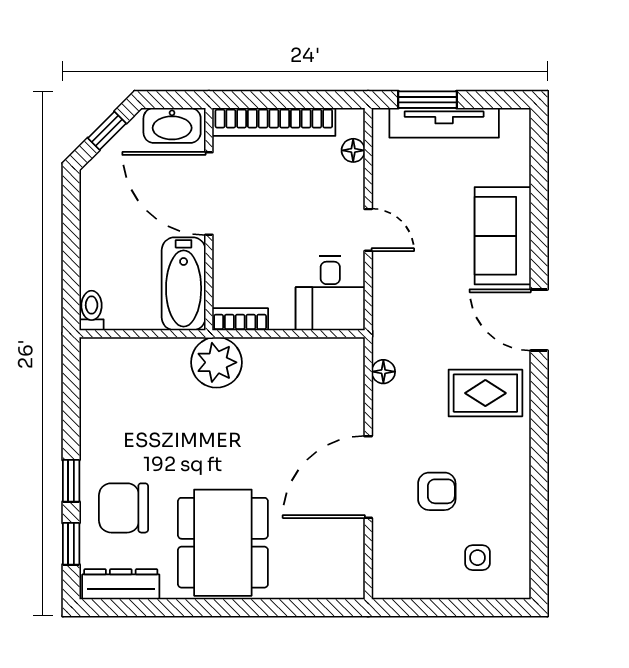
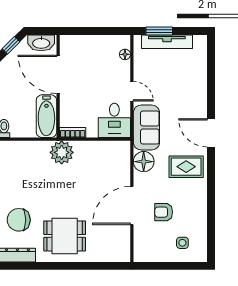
bookcase: (274, 122) -> (88, 41), removed
sofa: (503, 236) -> (146, 128), moved, turned 180
floor lamp: (383, 372) -> (144, 162), width x1.89, depth x1.89
armchair: (437, 491) -> (164, 212), turned 180
dining table: (223, 543) -> (65, 236), width x0.73

